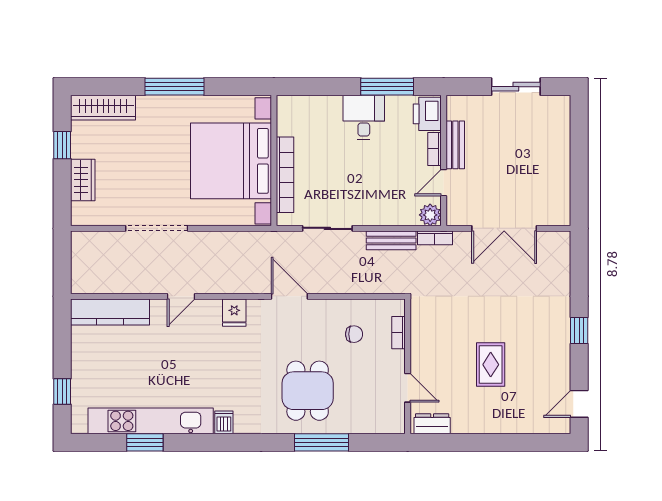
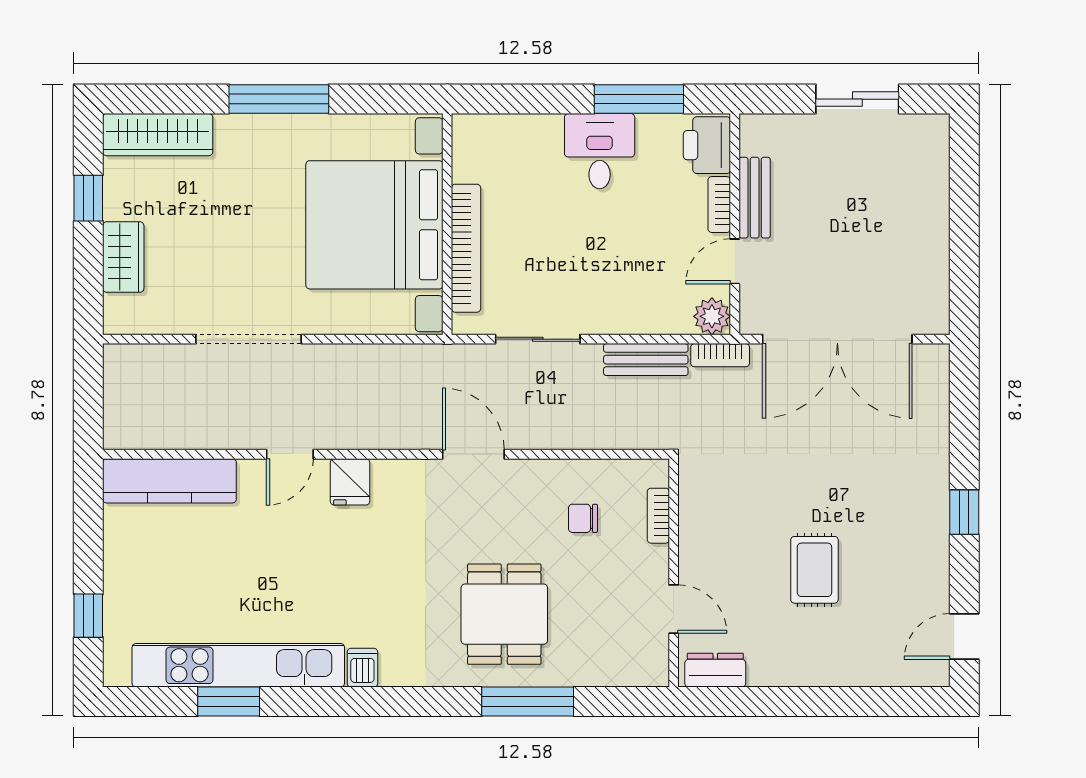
double door: (504, 228) -> (837, 339), width x1.36
fridge: (234, 313) -> (350, 482), moved
chair: (354, 334) -> (583, 518), turned 180

